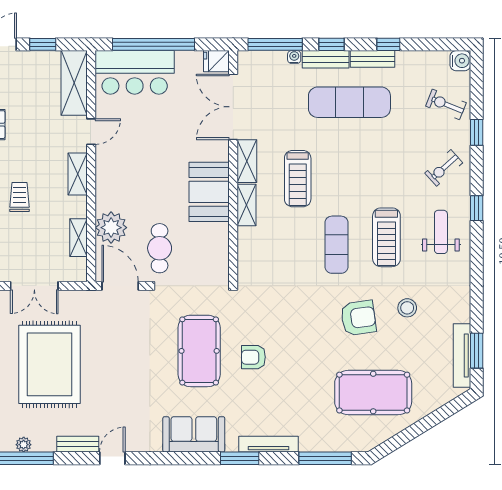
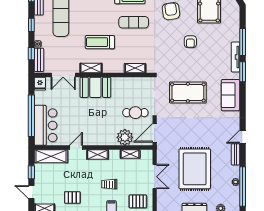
window: (275, 44) -> (31, 54), width x0.46
bench: (326, 59) -> (39, 60), moved
double door: (233, 107) -> (63, 75), width x0.73
door: (91, 132) -> (76, 148), hinge flipped
treadmill: (298, 179) -> (100, 42), turned 180
booth: (209, 192) -> (95, 87), moved
shelving: (247, 205) -> (135, 68), moved
armchair: (253, 357) -> (190, 42), moved
rug: (49, 364) -> (195, 169), turned 90
door: (112, 458) -> (243, 137), hinge flipped
window: (325, 458) -> (243, 42), moved

